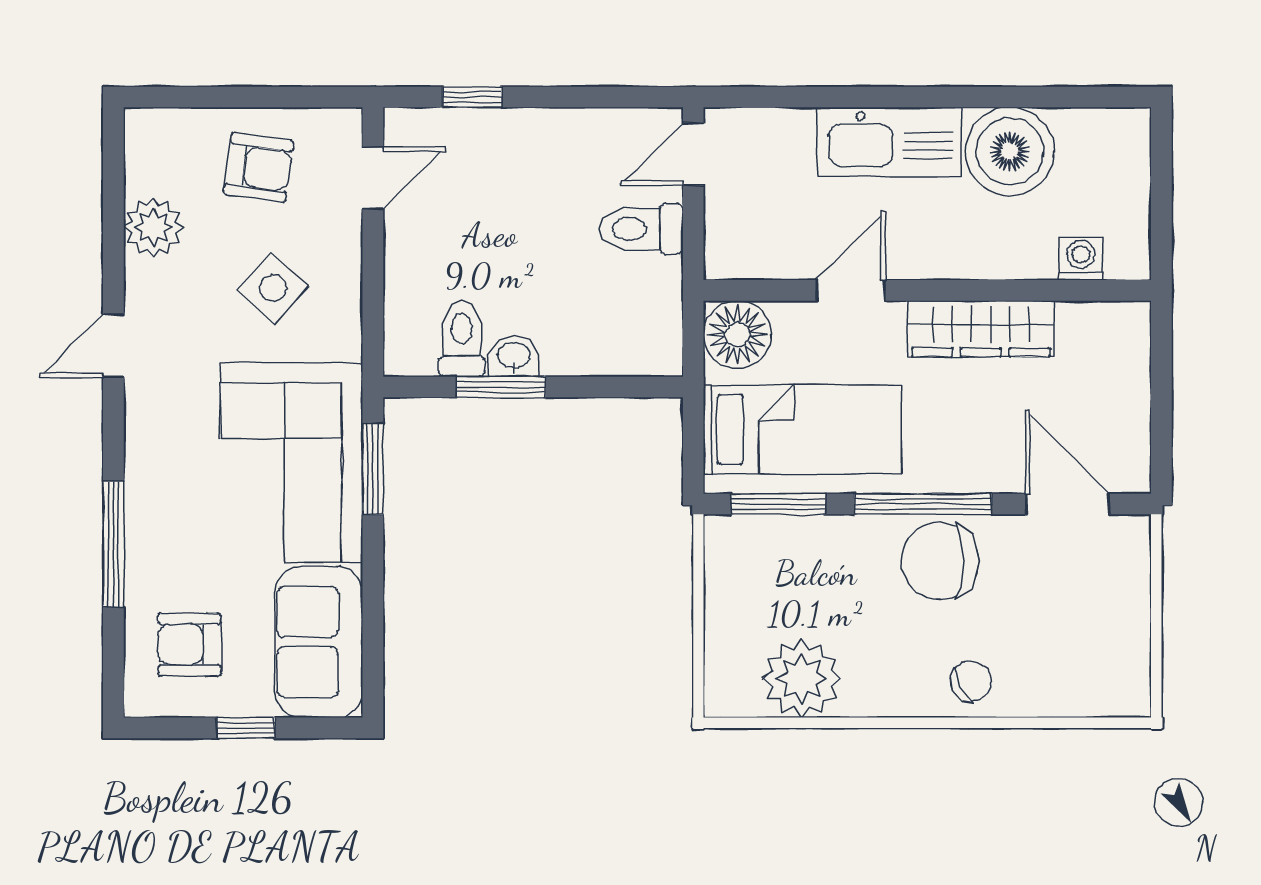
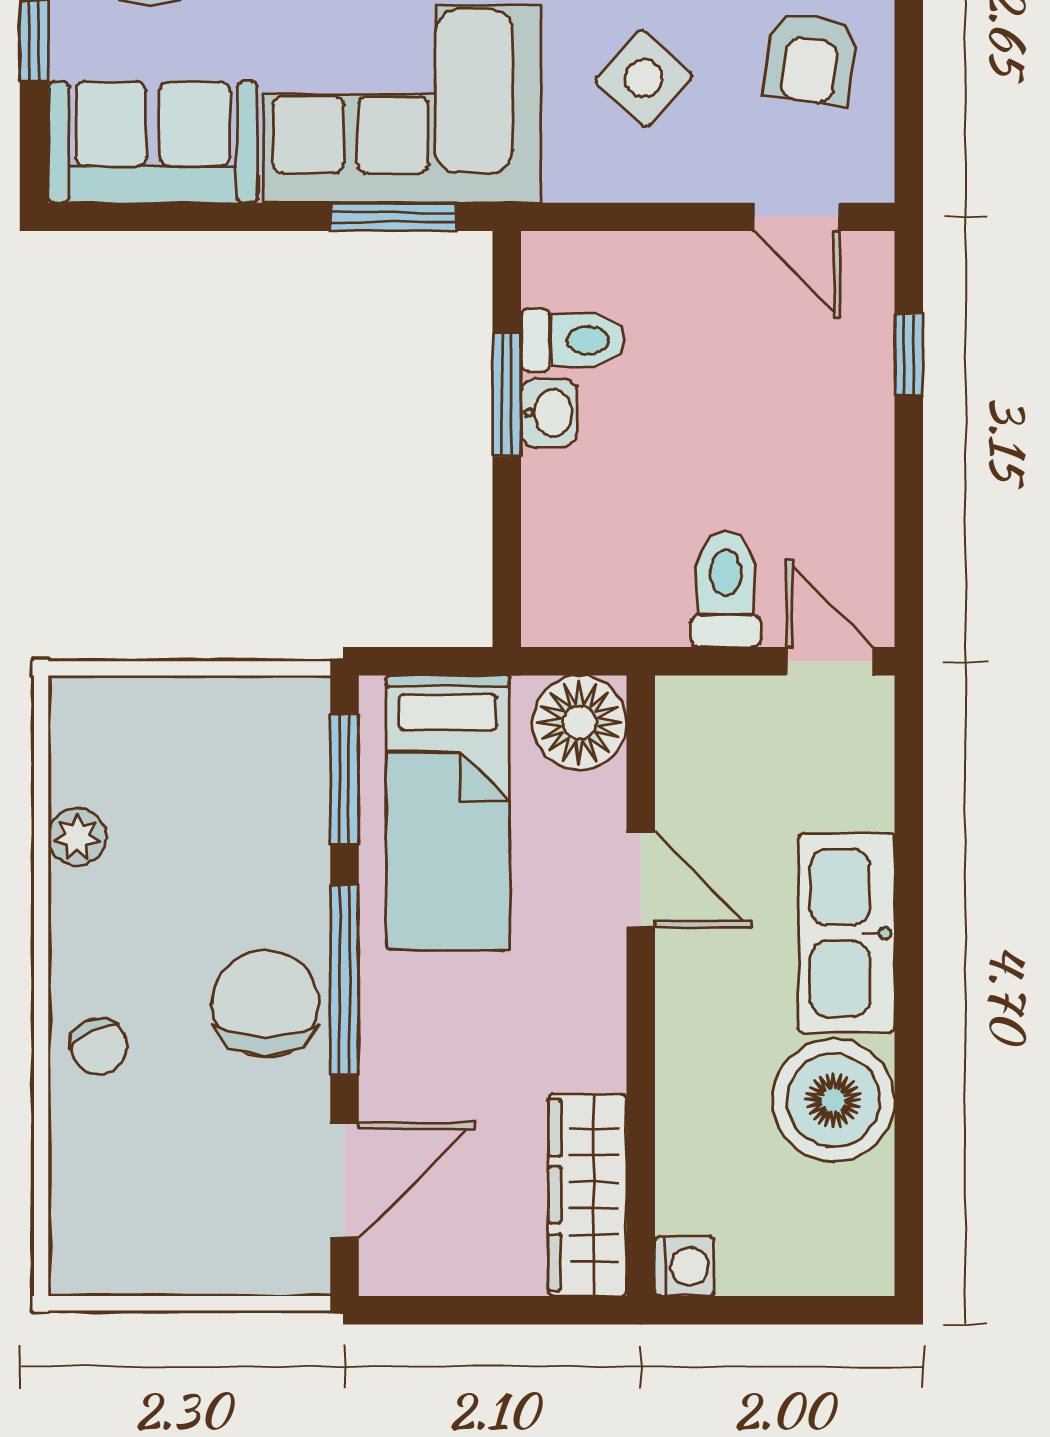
washing machine: (1081, 259) -> (685, 1266), moved
wardrobe: (981, 329) -> (587, 1195), moved
plant: (802, 678) -> (77, 837), width x0.53, depth x0.53

